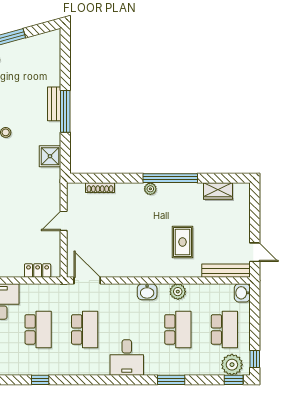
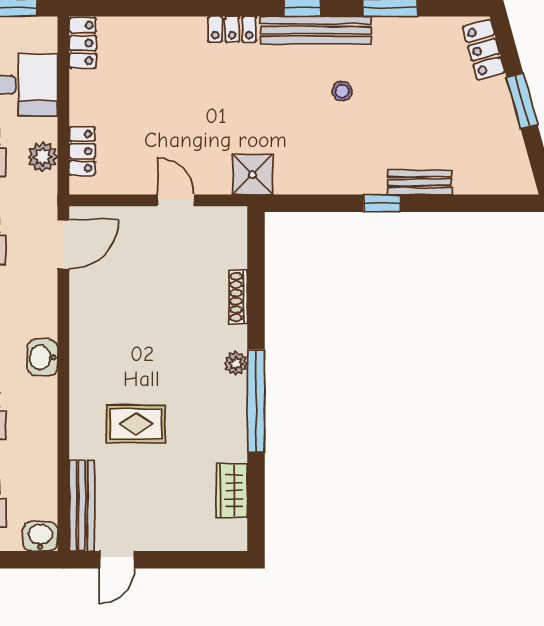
bench: (54, 104) -> (420, 182), moved
window: (65, 111) -> (382, 203), width x0.46
shower: (50, 156) -> (252, 175), moved
shoe rack: (100, 188) -> (238, 297), moved
plant: (178, 292) -> (43, 157), moved

